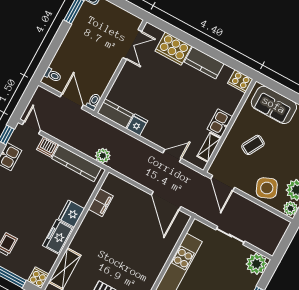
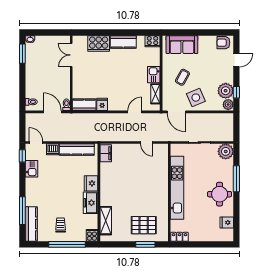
double door: (132, 44) -> (71, 55), swing flipped
plant: (103, 156) -> (91, 136), removed
side table: (267, 188) -> (196, 98), moved
door: (166, 201) -> (147, 143), width x0.53
filing cabinet: (101, 203) -> (106, 153), moved

